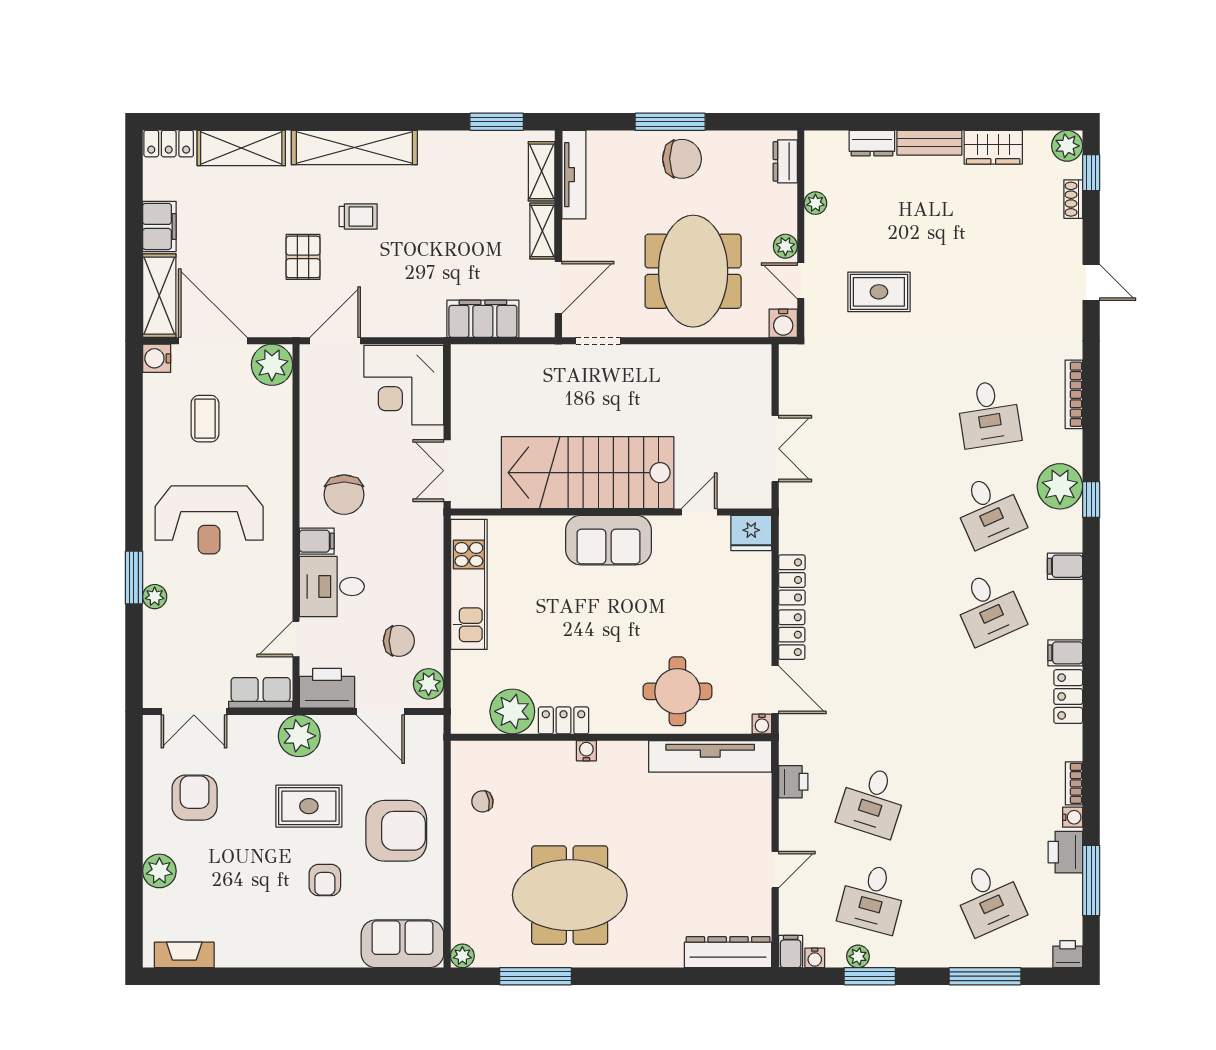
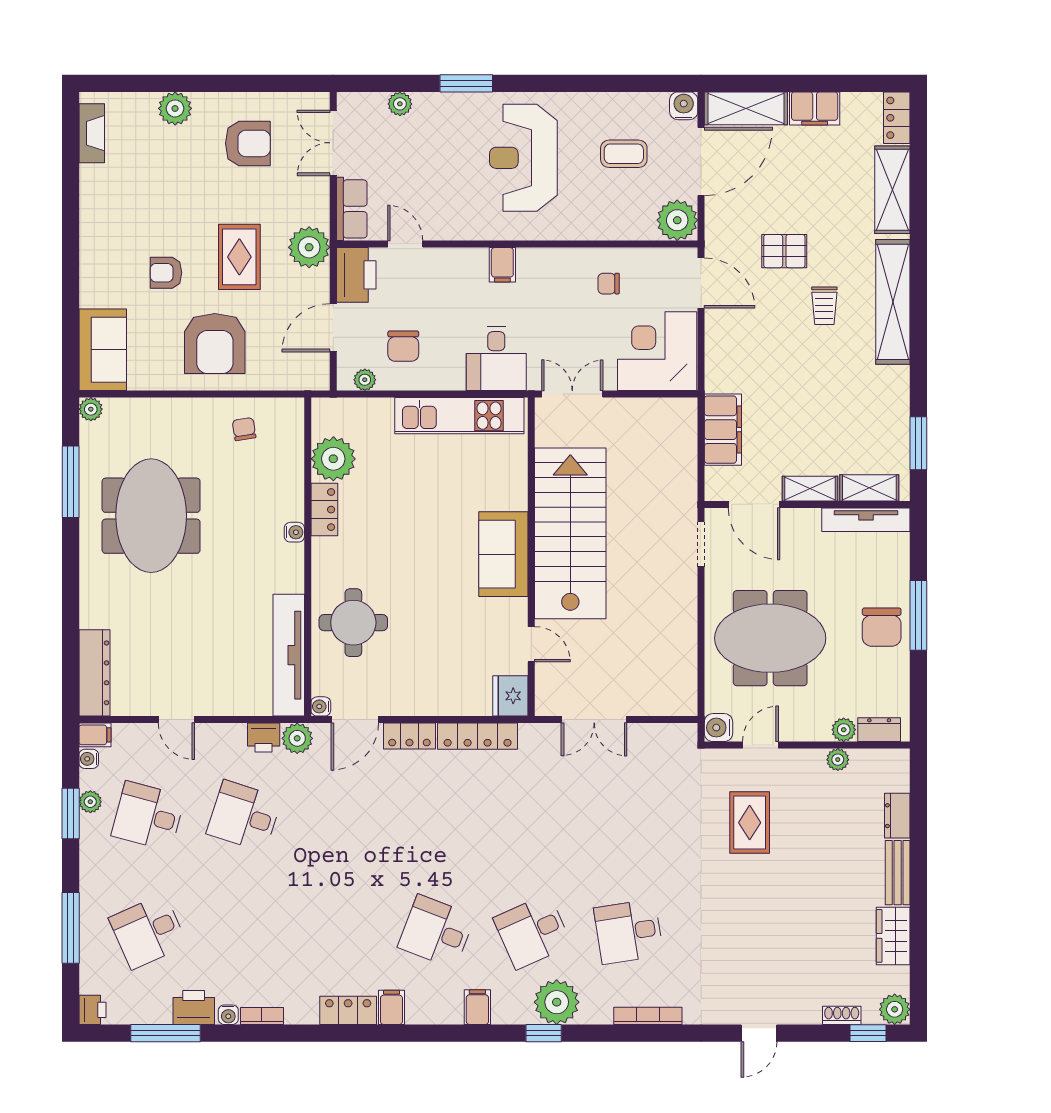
plant: (785, 246) -> (844, 730), moved
chair: (344, 495) -> (609, 284), moved, width x0.54, depth x0.54
locker: (792, 580) -> (478, 736), width x1.53
desk: (332, 586) -> (496, 359), moved, turned 180
plant: (155, 597) -> (400, 104), moved
desk: (989, 608) -> (436, 932), turned 45
plant: (429, 684) -> (365, 380), width x0.73, depth x0.73
plant: (794, 748) -> (297, 738), added

